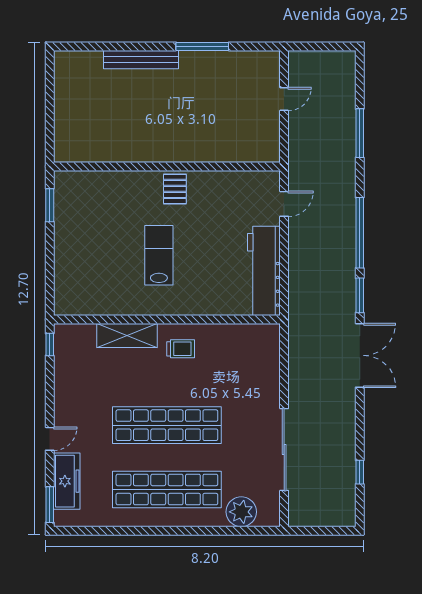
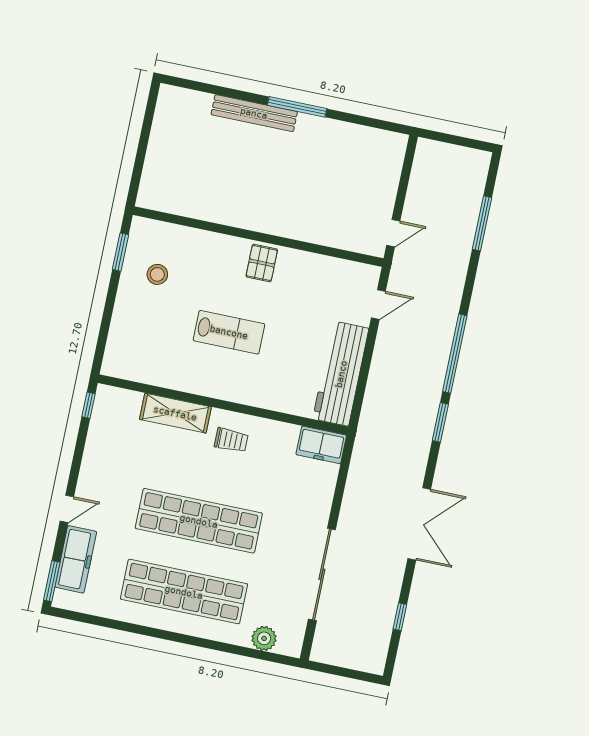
window: (202, 46) -> (297, 107), moved
door: (284, 99) -> (393, 233), moved
window: (360, 133) -> (482, 223), moved
stool: (86, 218) -> (157, 274), added
lab bench: (159, 255) -> (229, 332), turned 90
freezer: (260, 337) -> (321, 445), added
double door: (360, 355) -> (419, 524), moved
plant: (241, 512) -> (264, 638), width x0.73, depth x0.73

